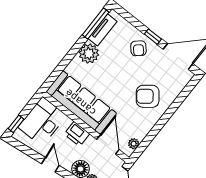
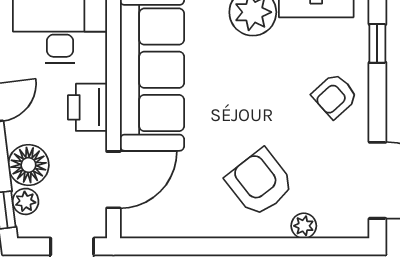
window: (153, 37) -> (377, 43), moved
plant: (134, 144) -> (304, 226), moved

